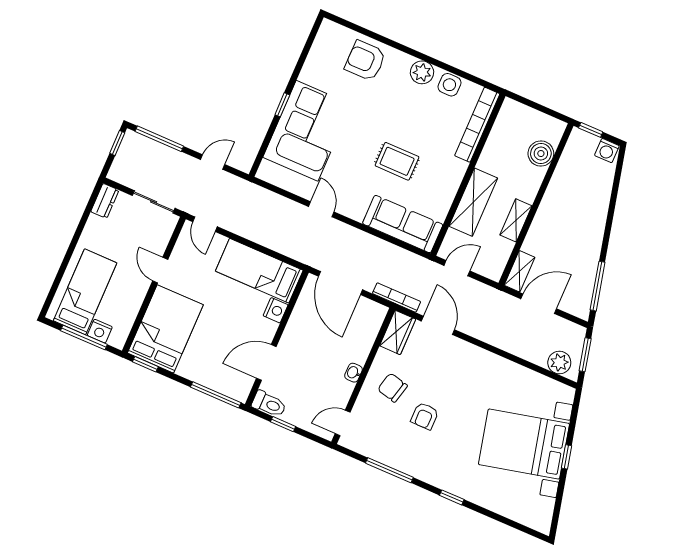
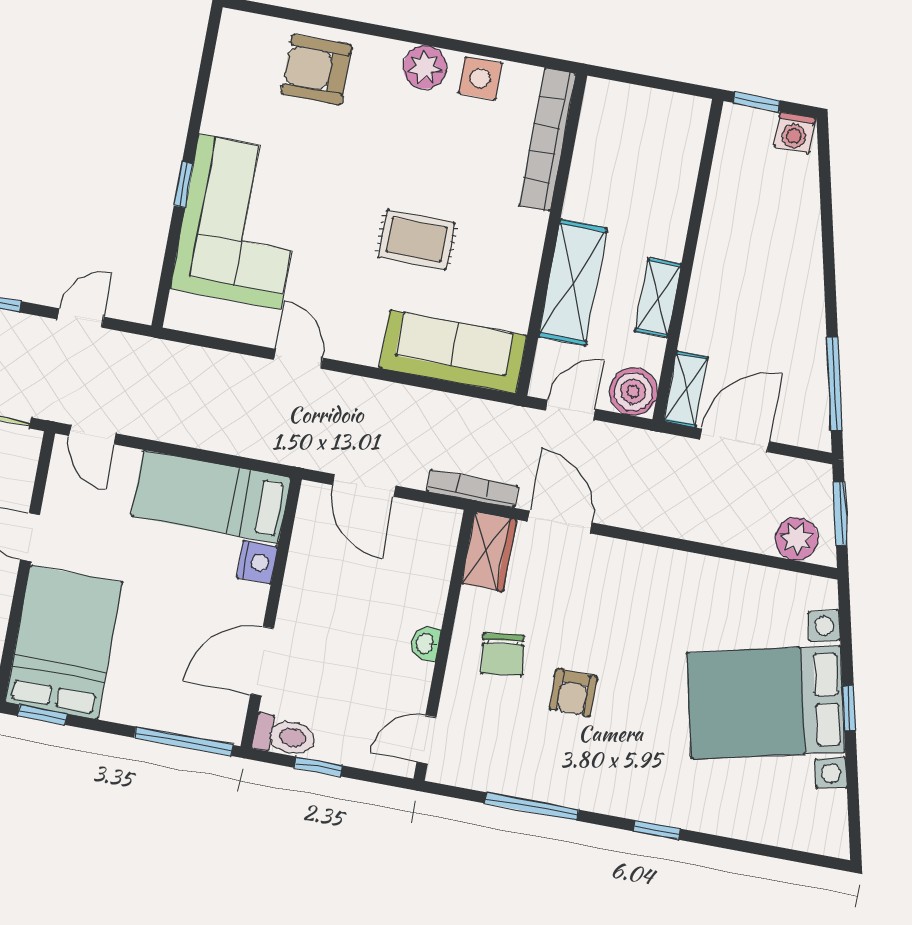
boiler: (541, 154) -> (633, 392), moved
door: (341, 283) -> (364, 485), width x0.73
chair: (392, 388) -> (503, 654), turned -112

